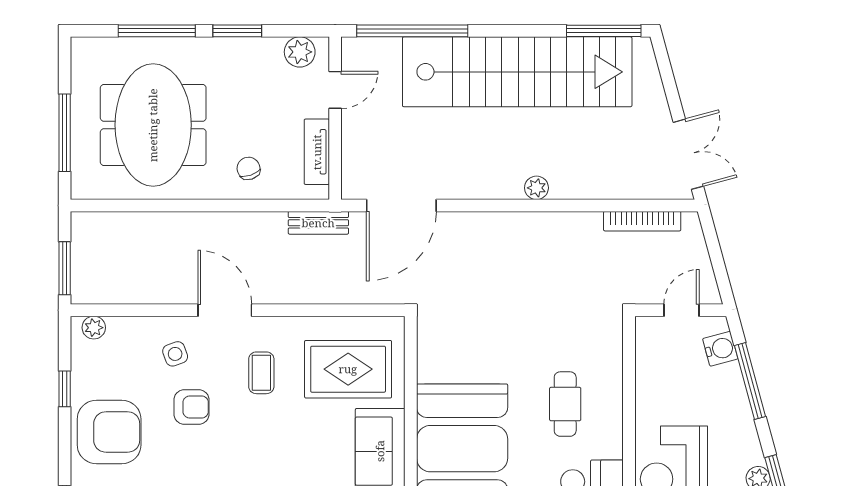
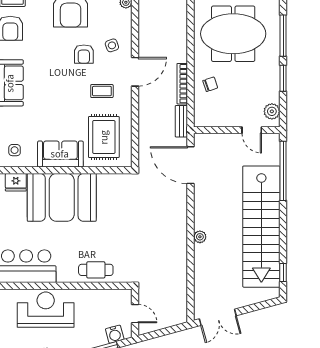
window: (604, 31) -> (283, 272), width x0.46
tv unit: (317, 152) -> (219, 120), removed
bookcase: (642, 221) -> (182, 84), moved
cafe table: (565, 404) -> (96, 270), moved

